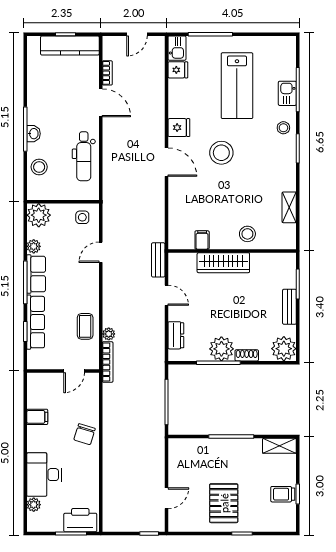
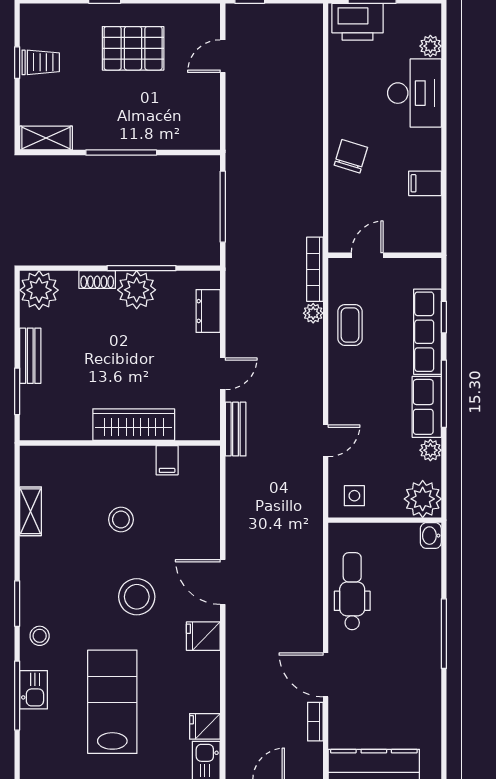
washbasin: (33, 134) -> (431, 536), moved
stool: (39, 167) -> (422, 574), removed
stool: (247, 234) -> (121, 520), moved
door: (166, 295) -> (223, 374), swing flipped
pallet: (224, 503) -> (133, 48), turned 90

